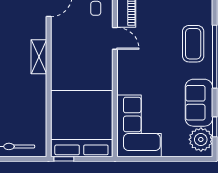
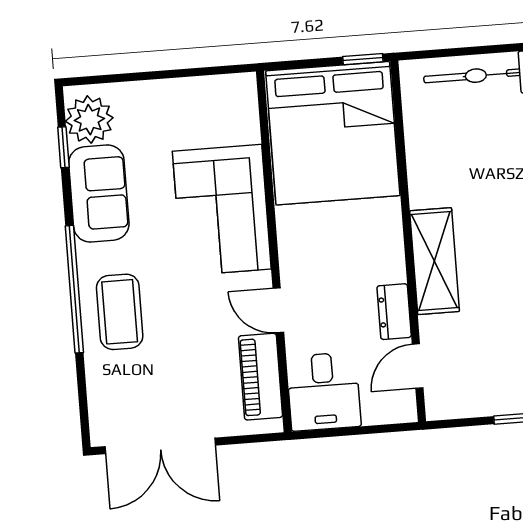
dresser: (58, 33) -> (394, 312), added
shelving: (39, 57) -> (435, 261), width x1.50, depth x1.33
corner sofa: (139, 126) -> (222, 210), moved

